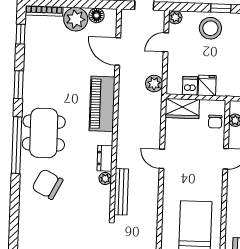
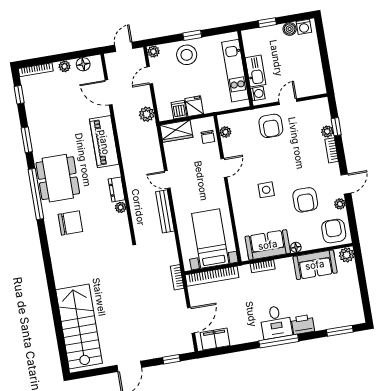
plant: (76, 19) -> (65, 66), width x0.53, depth x0.53
chair: (47, 184) -> (70, 223), turned 153
bench: (121, 192) -> (165, 211), moved

